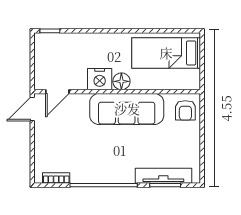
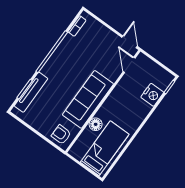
nightstand: (100, 79) -> (152, 95), moved, turned 180
floor lamp: (121, 81) -> (96, 124), moved

